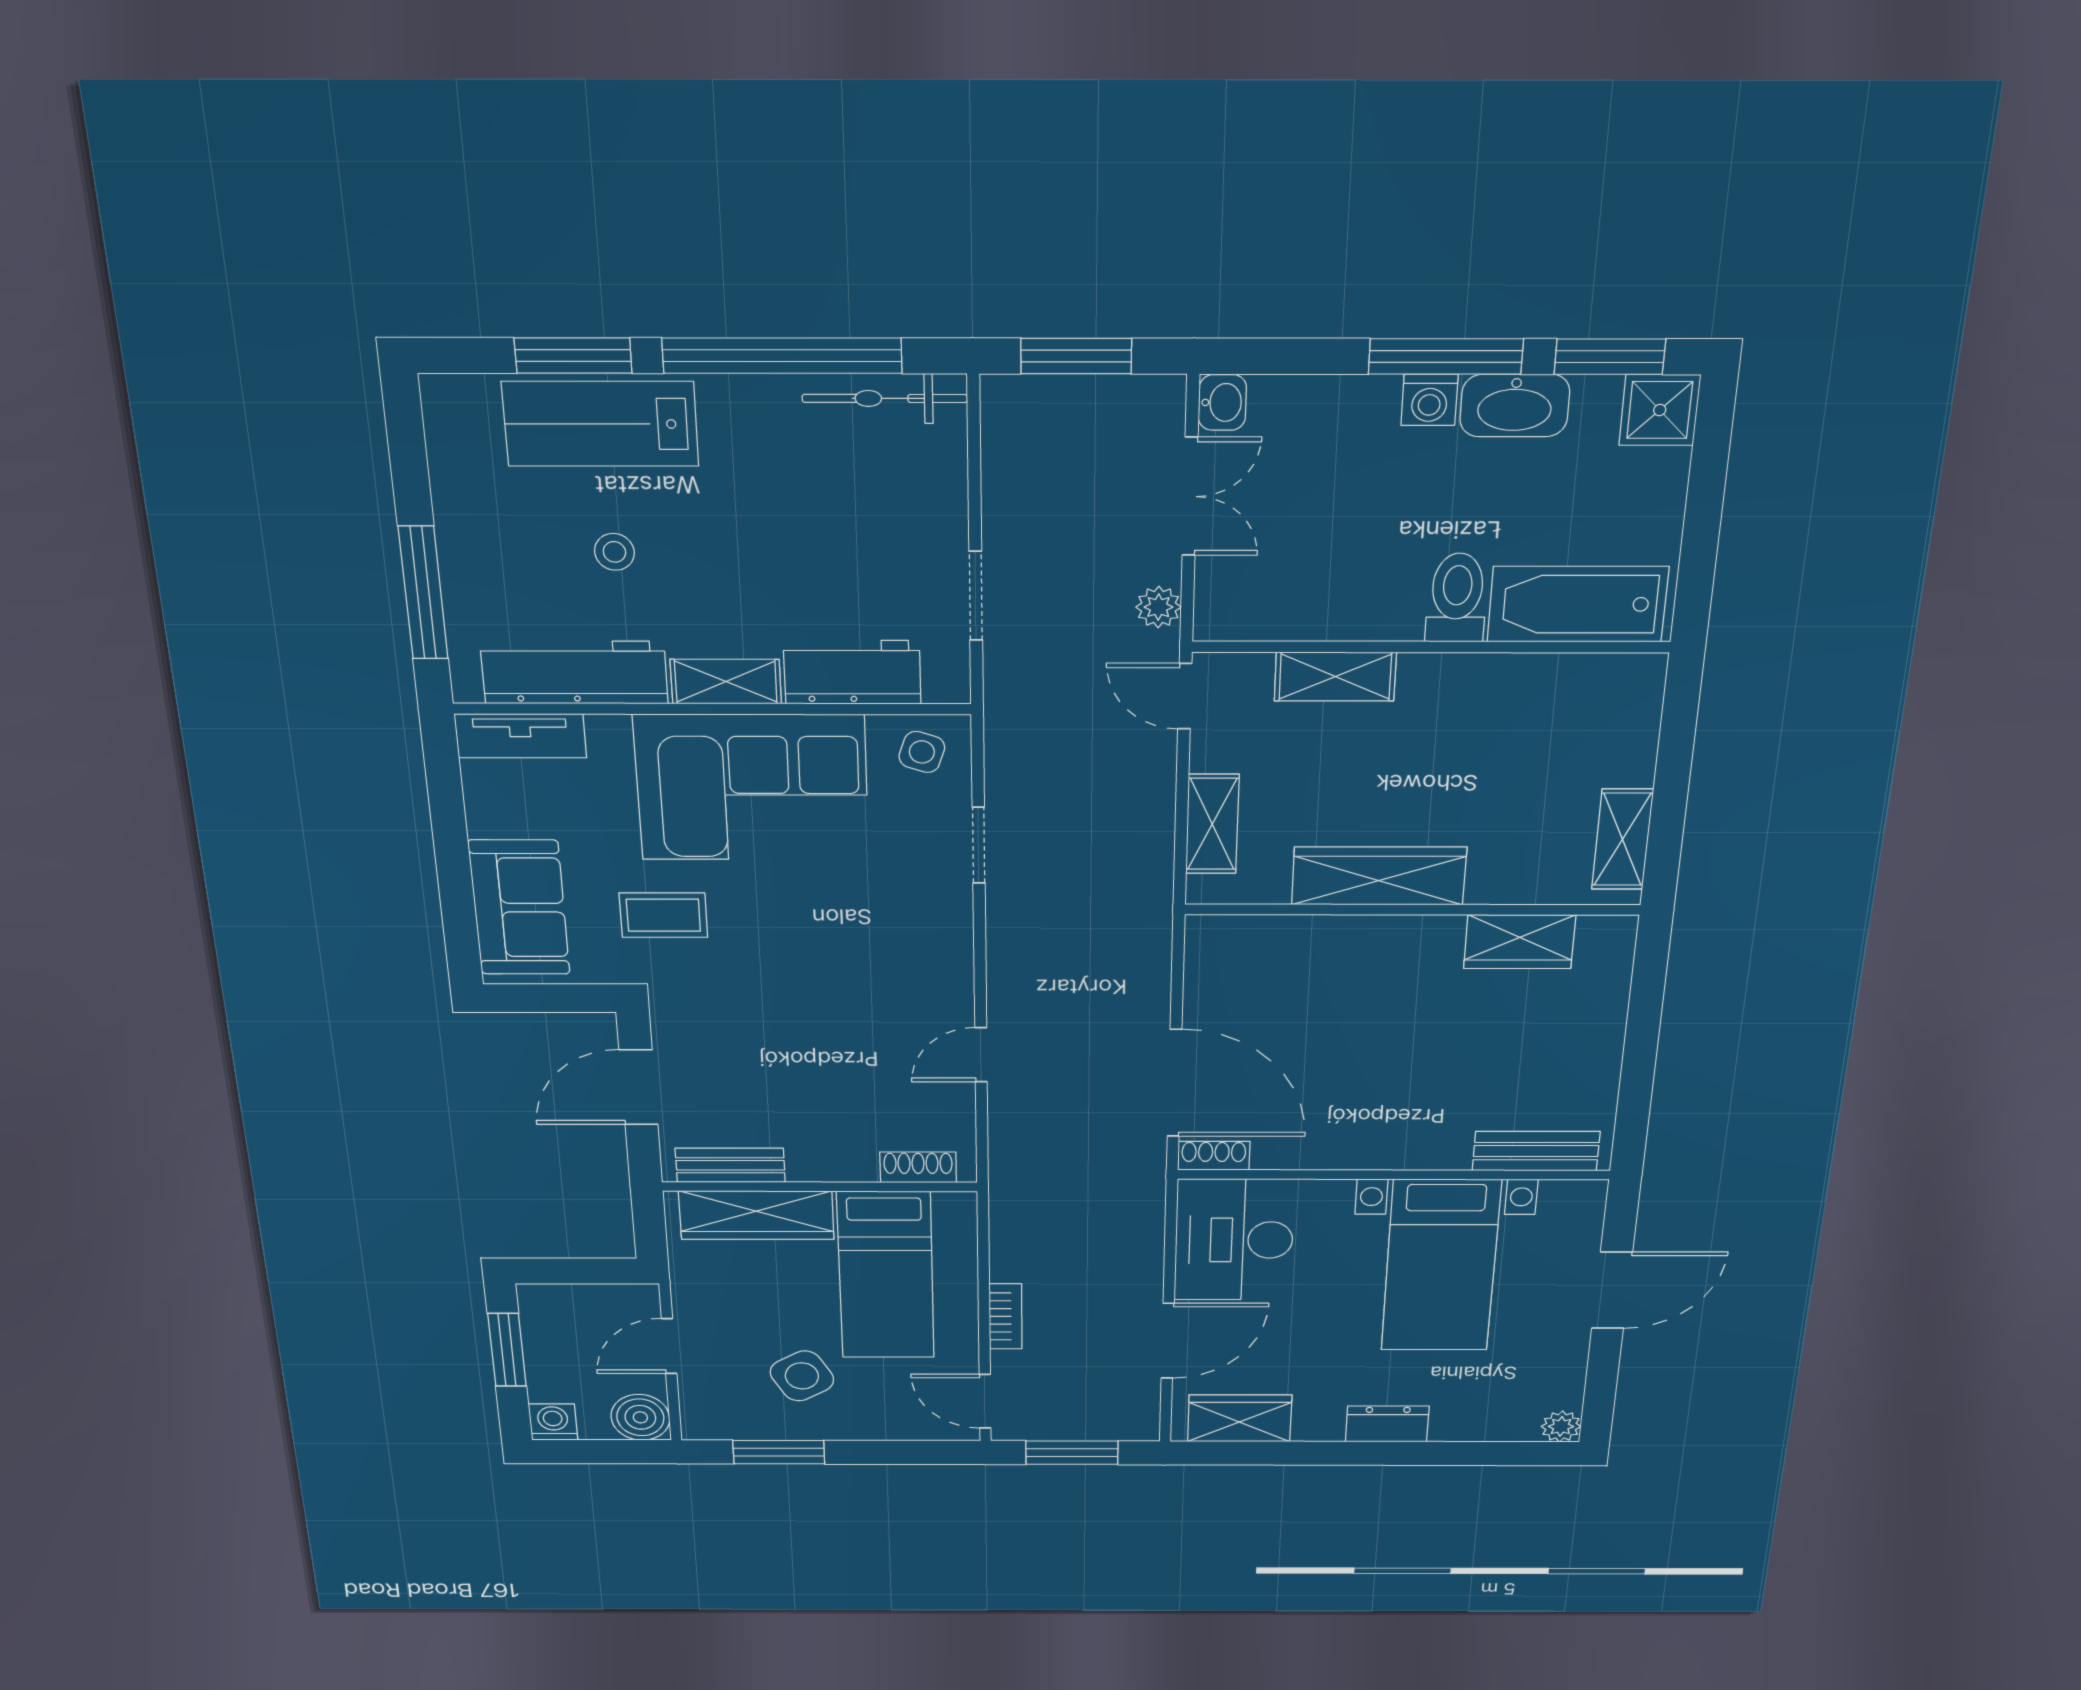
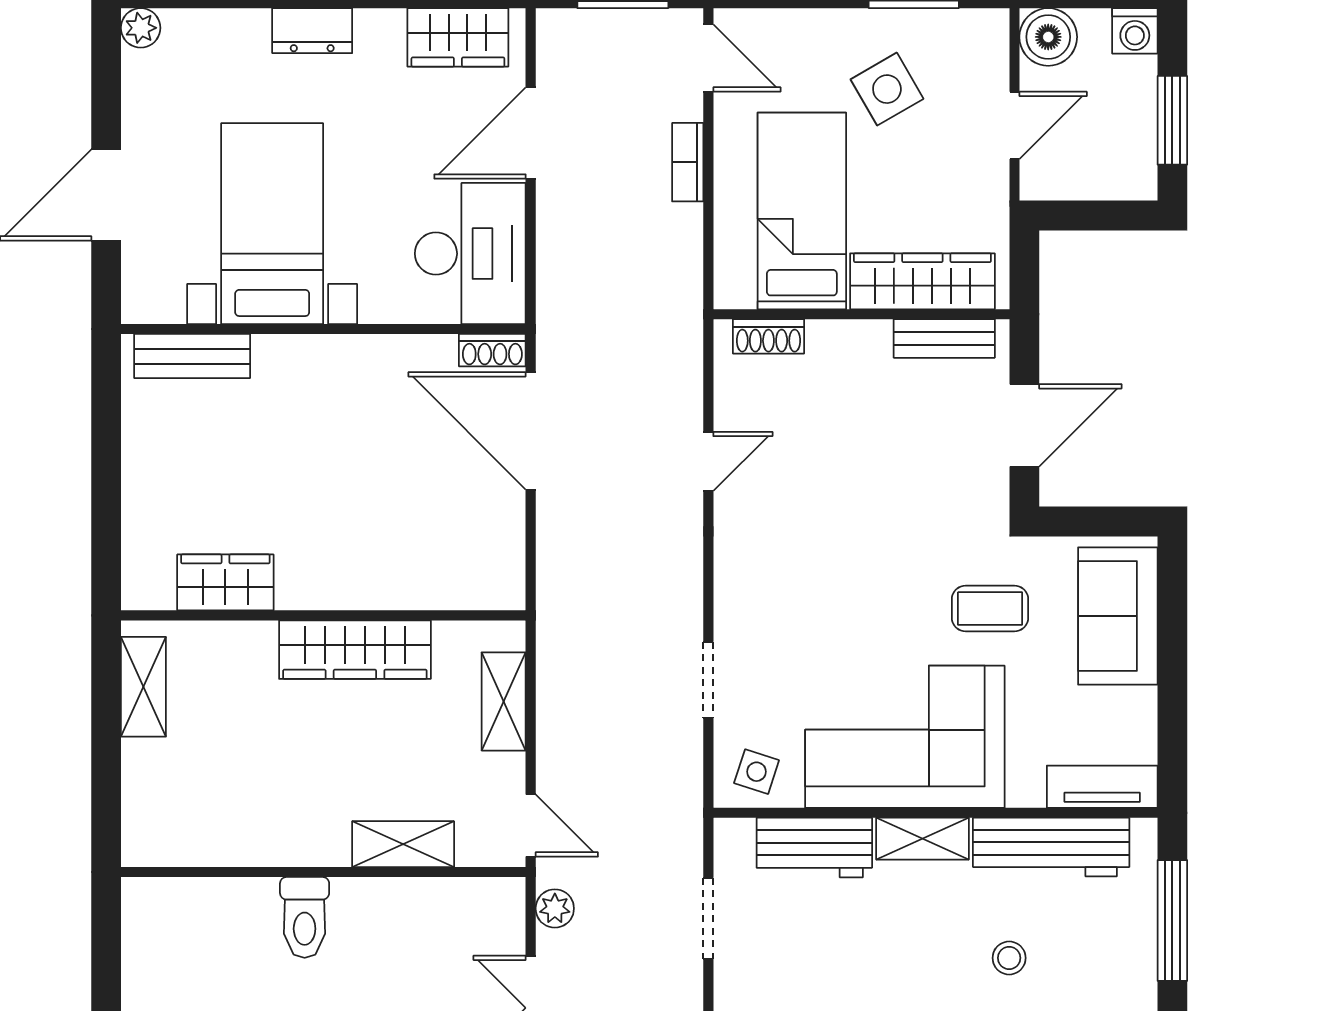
bathtub: (1578, 604) -> (203, 912), removed

